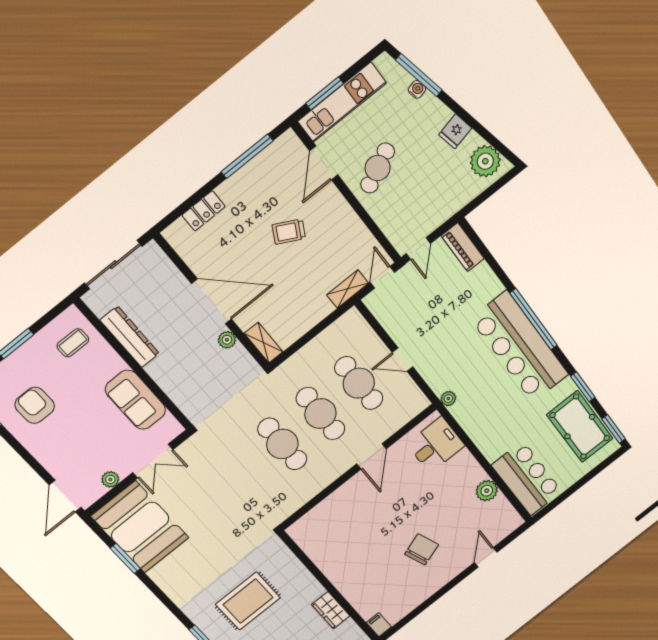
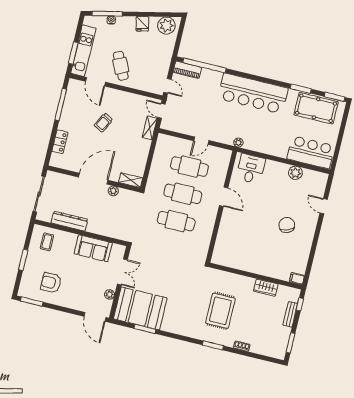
window: (534, 319) -> (204, 65), moved

